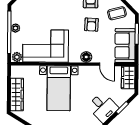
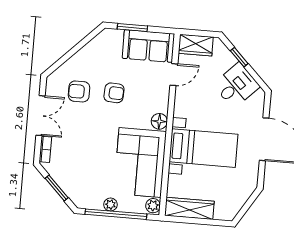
coffee table: (117, 13) -> (100, 54), removed
floor lamp: (86, 57) -> (159, 121), moved
wardrobe: (17, 94) -> (189, 208), moved

